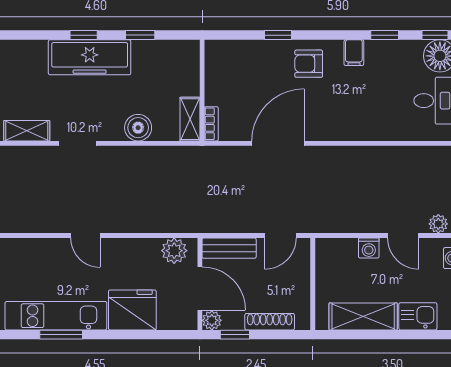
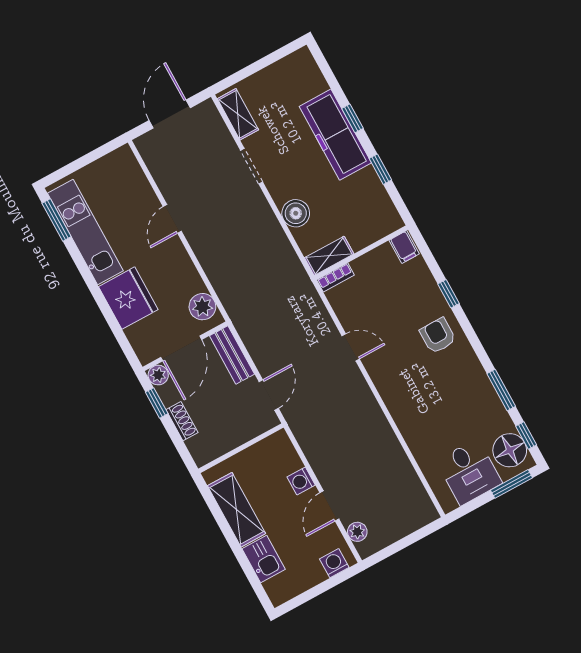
window: (385, 35) -> (501, 390), width x1.50
filing cabinet: (354, 53) -> (404, 247), moved, turned -90
door: (278, 143) -> (351, 347), width x0.53
door: (280, 236) -> (269, 395), swing flipped
shoe rack: (270, 322) -> (182, 421), width x0.70
window: (61, 335) -> (57, 220), moved

